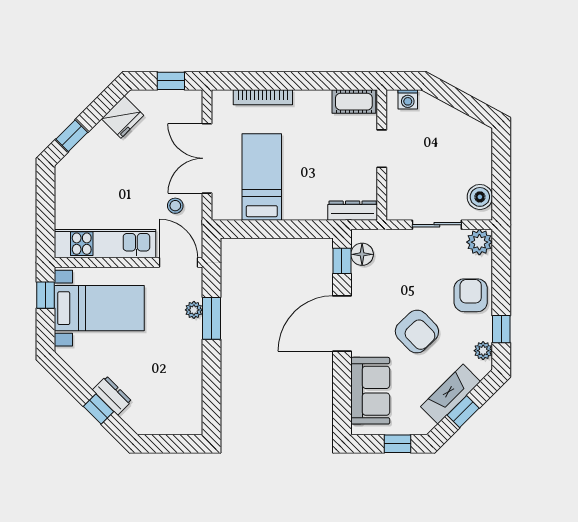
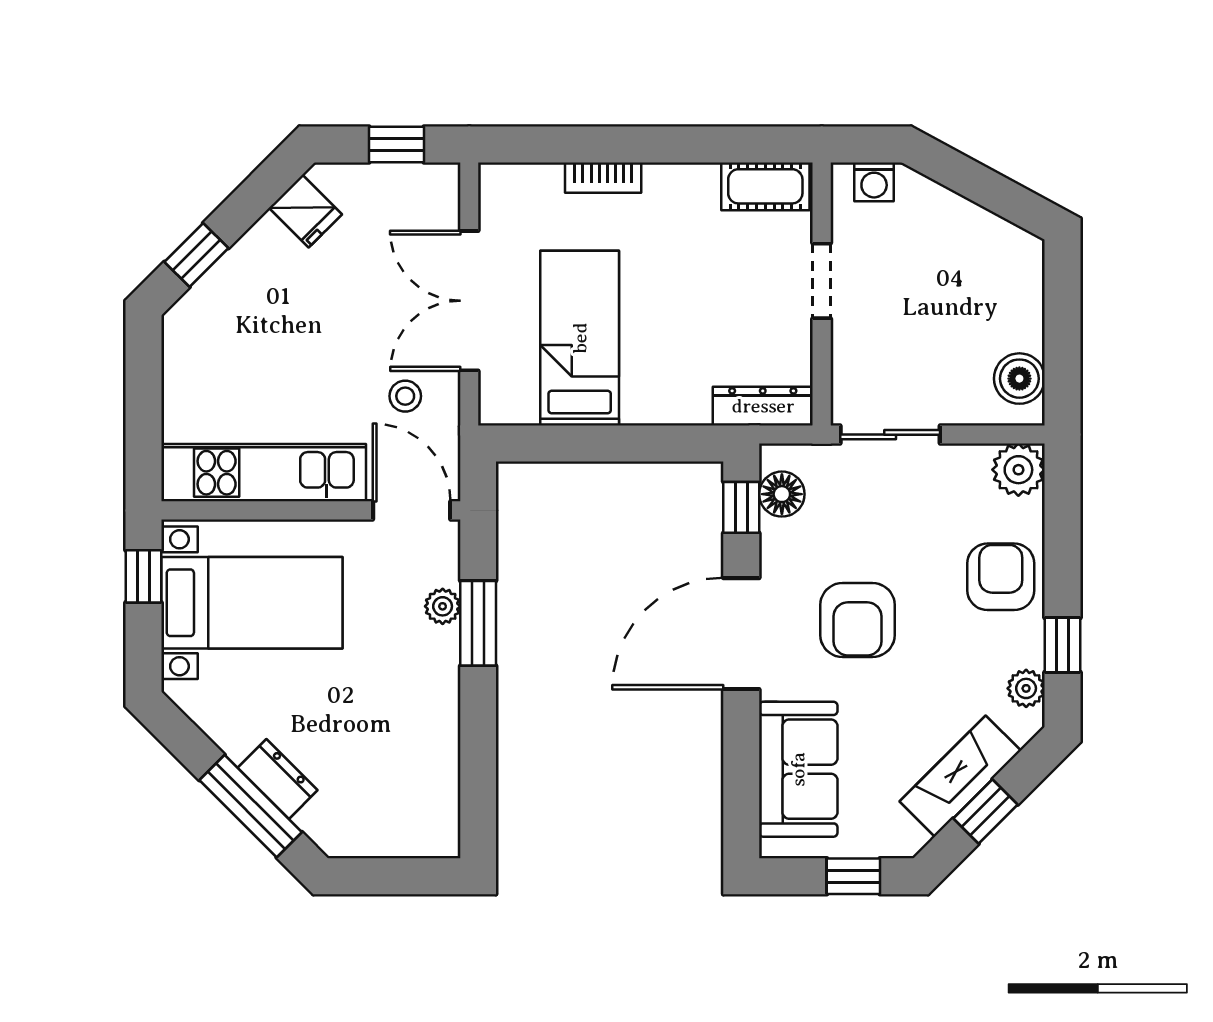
bookcase: (263, 97) -> (603, 178), width x0.64
fridge: (123, 117) -> (305, 211), width x0.72
sliding door: (437, 225) -> (890, 435), moved
armchair: (417, 332) -> (857, 620), moved, turned 44
window: (99, 409) -> (251, 806), width x2.17

